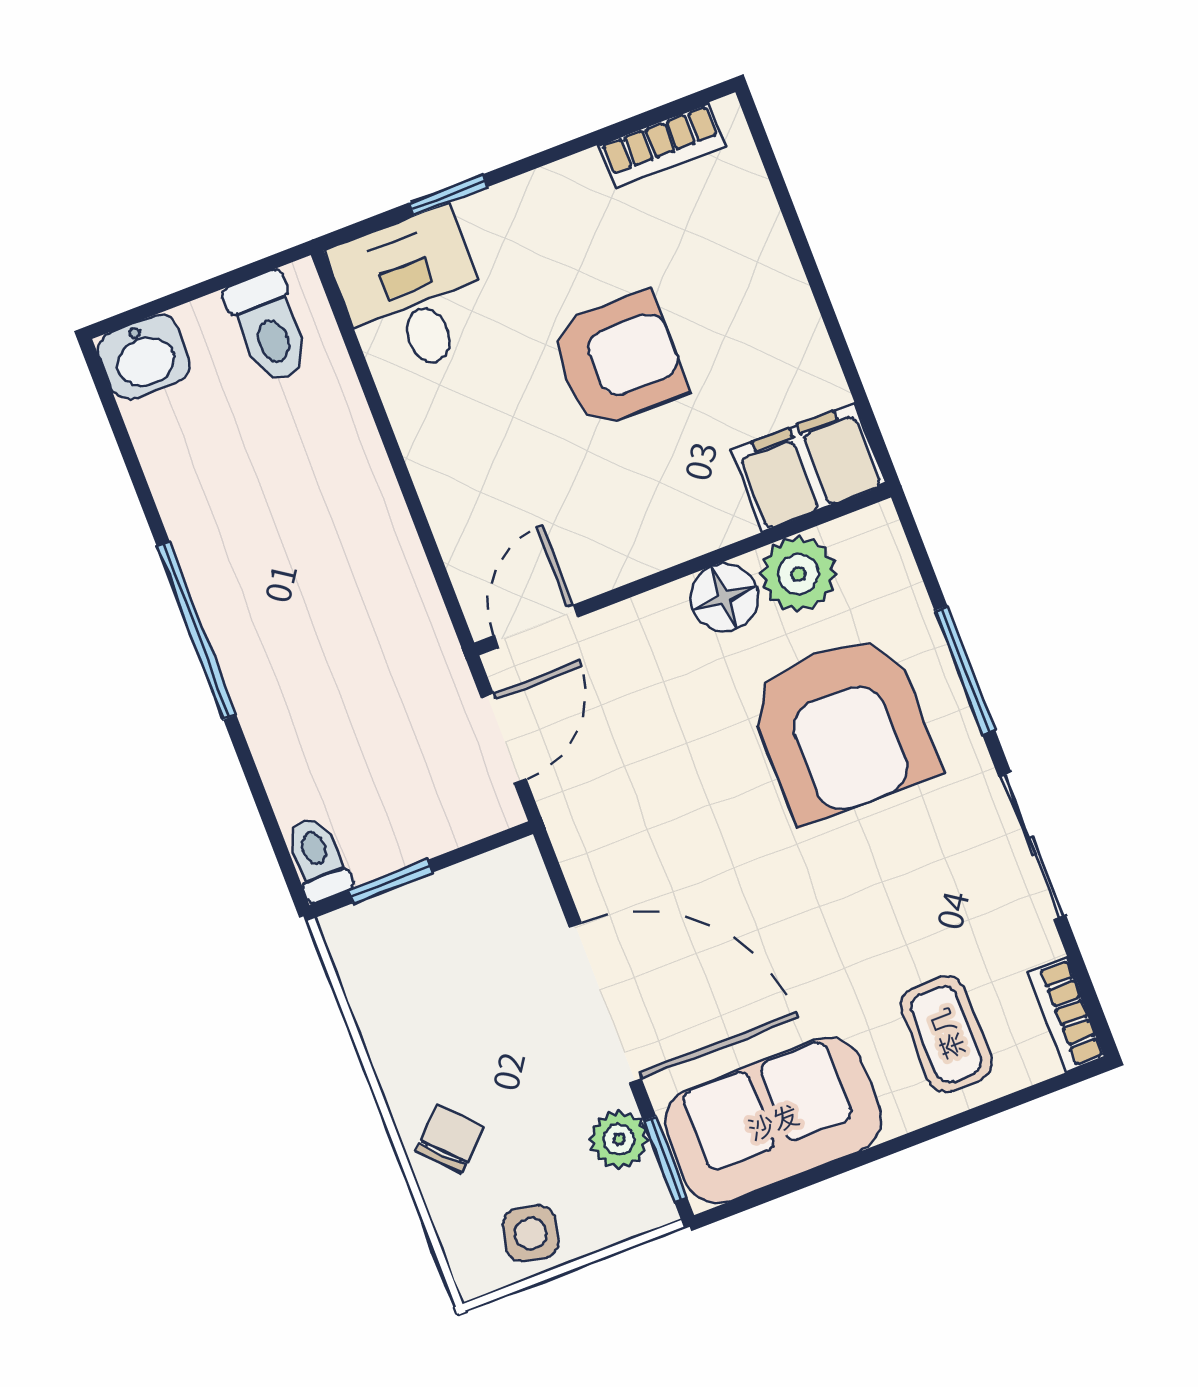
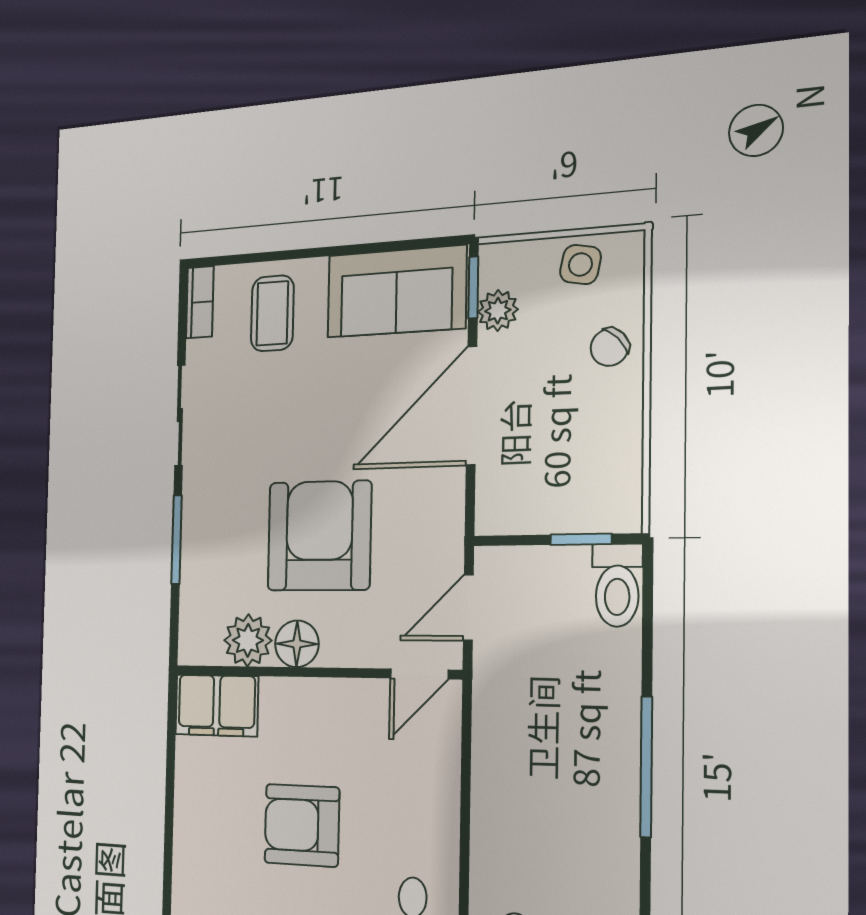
armchair: (842, 727) -> (319, 536), moved
toilet: (318, 859) -> (617, 585), width x1.37, depth x1.39
door: (605, 1003) -> (471, 406), hinge flipped

